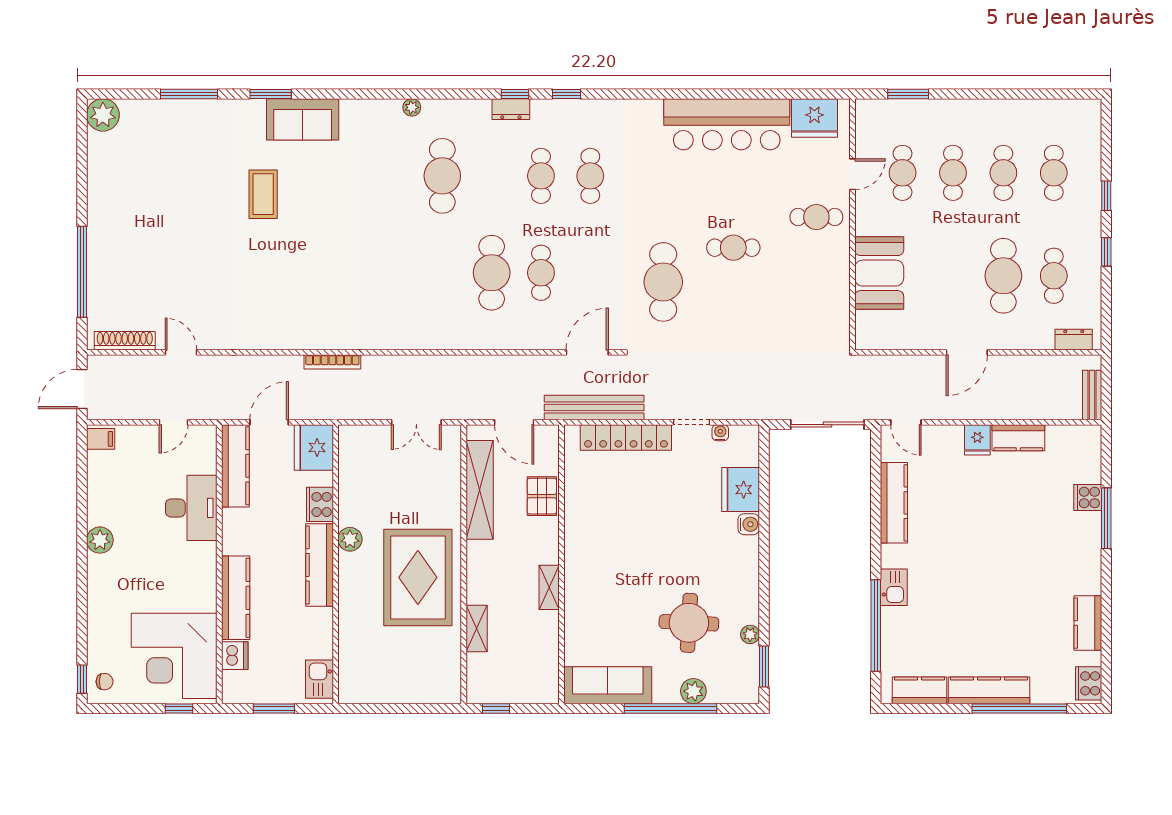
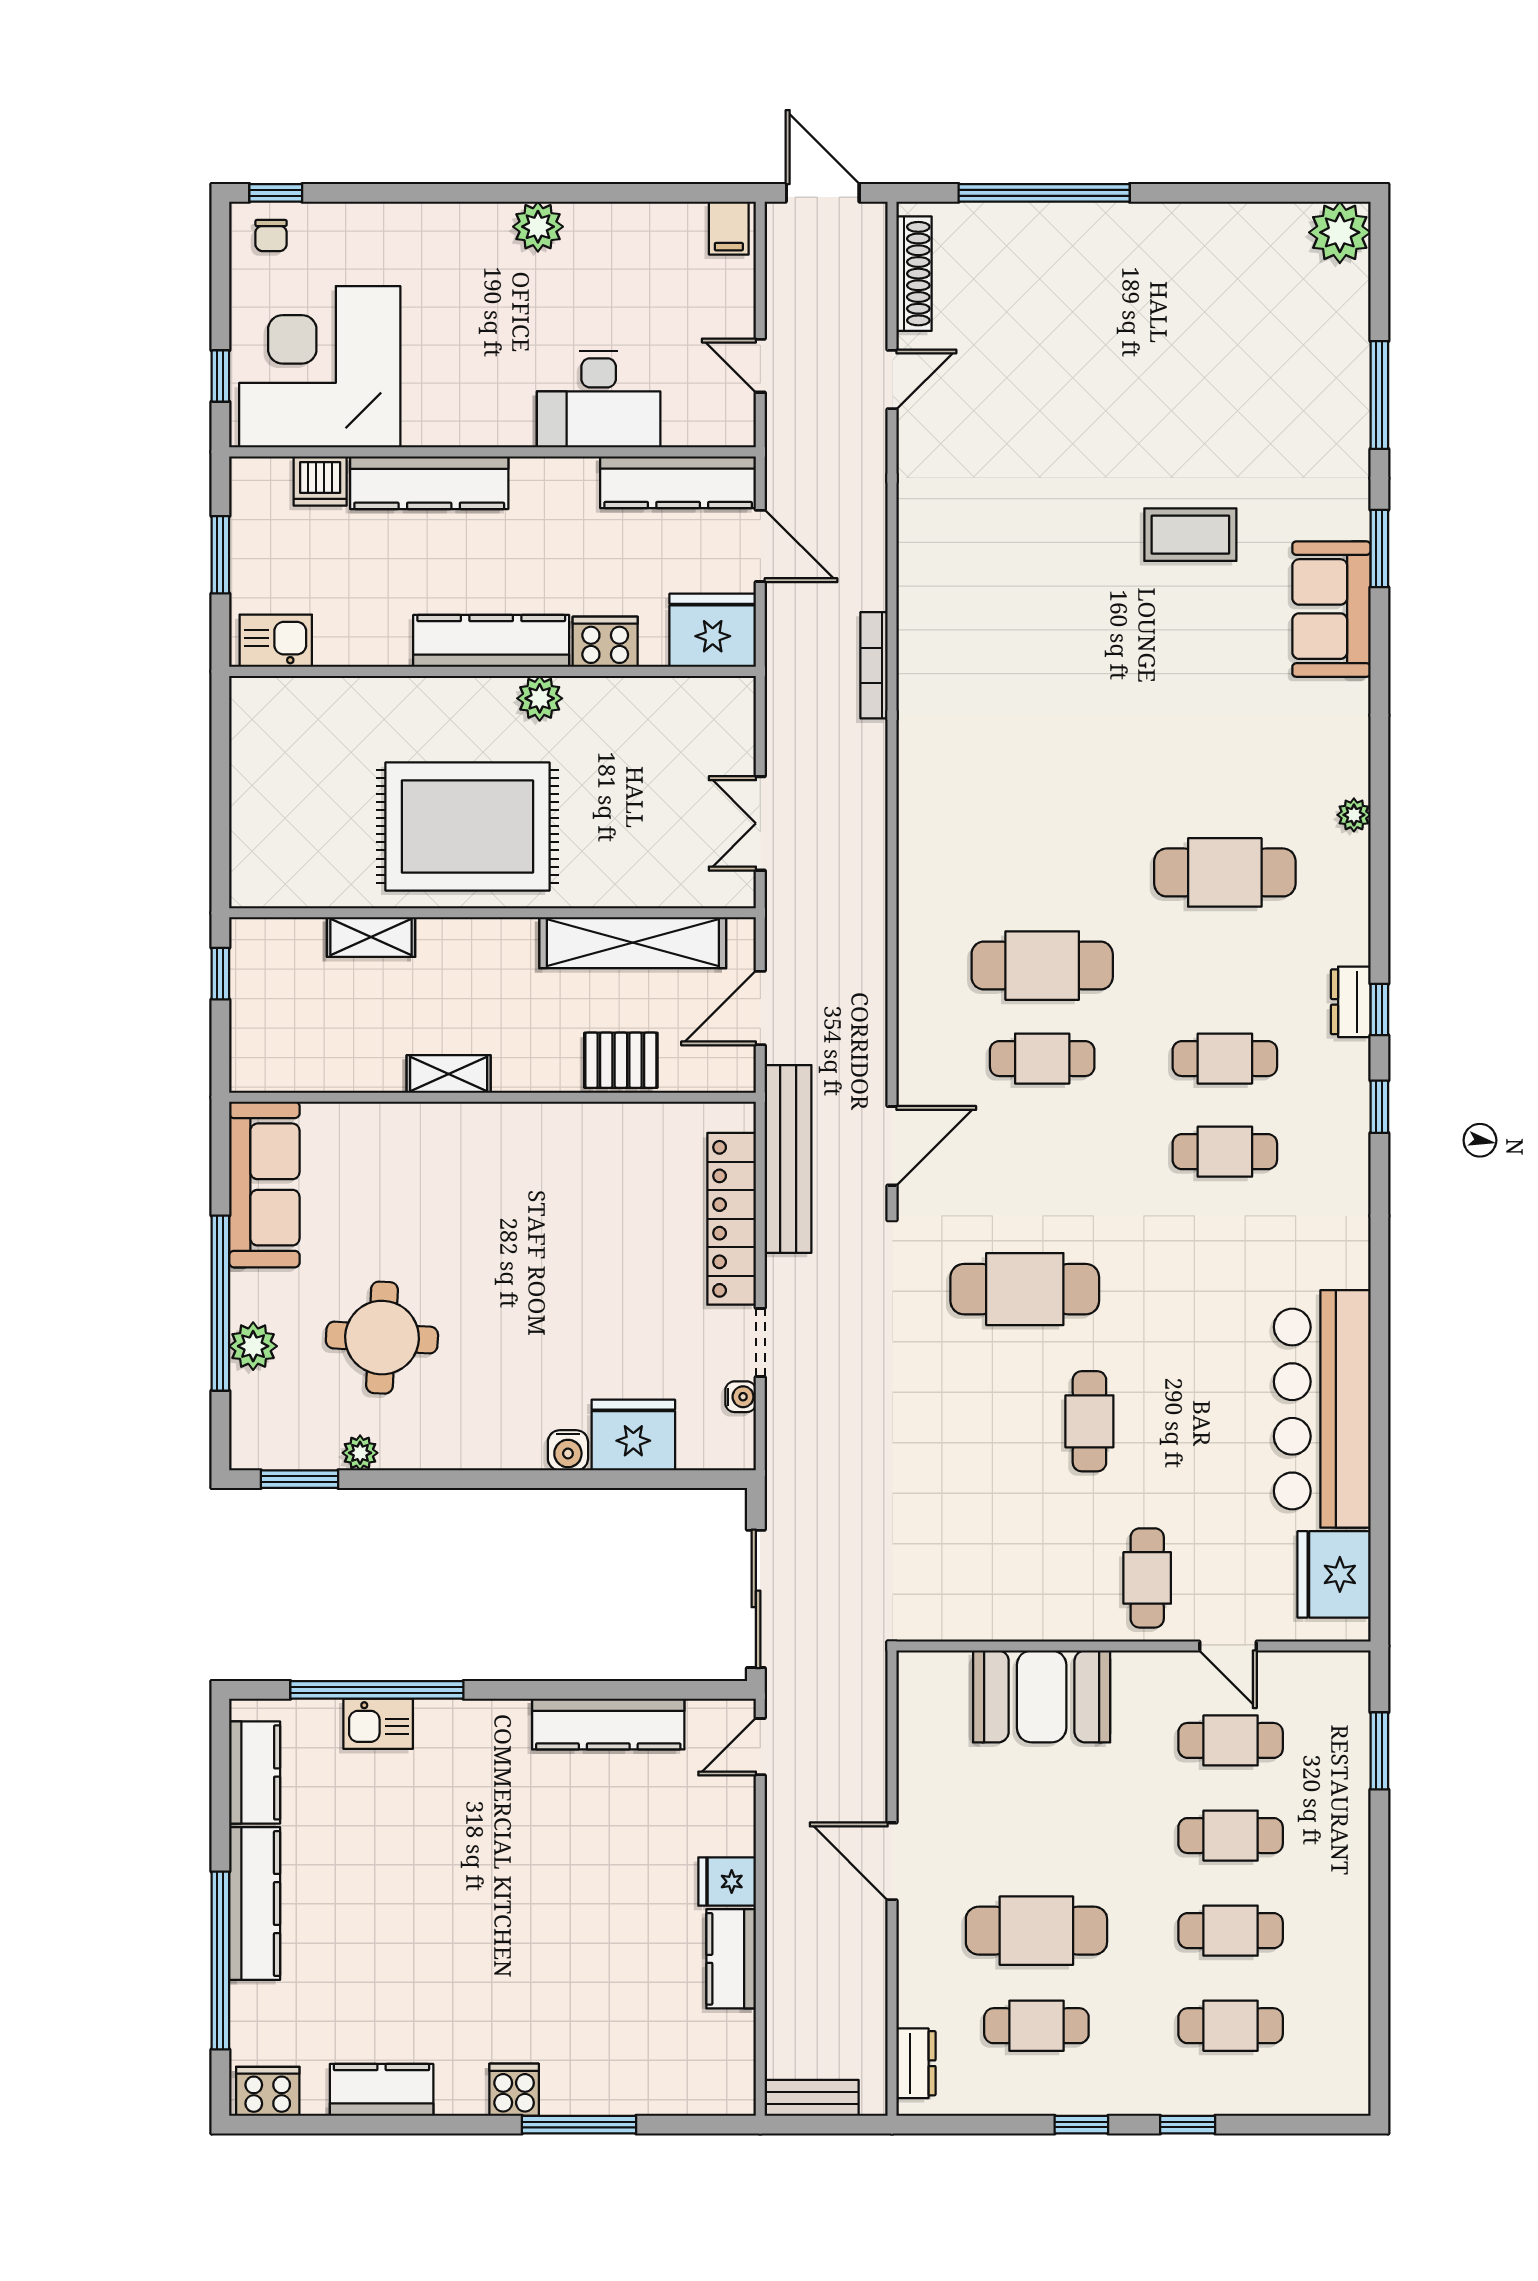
door: (587, 352) -> (892, 1146), hinge flipped
cooker: (1088, 498) -> (514, 2090), moved
kitchen sink: (894, 587) -> (378, 1724), moved

